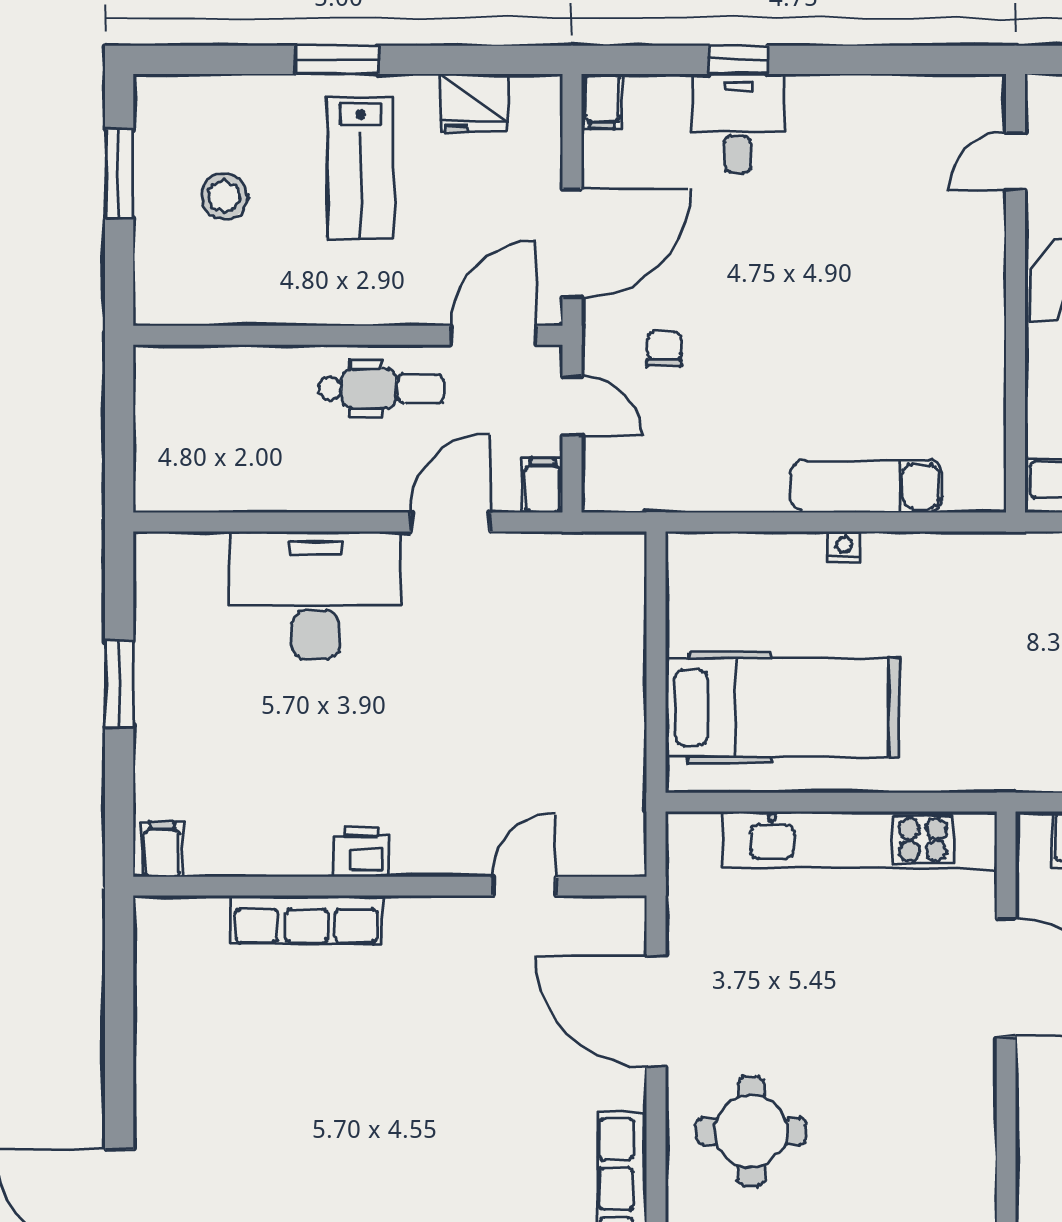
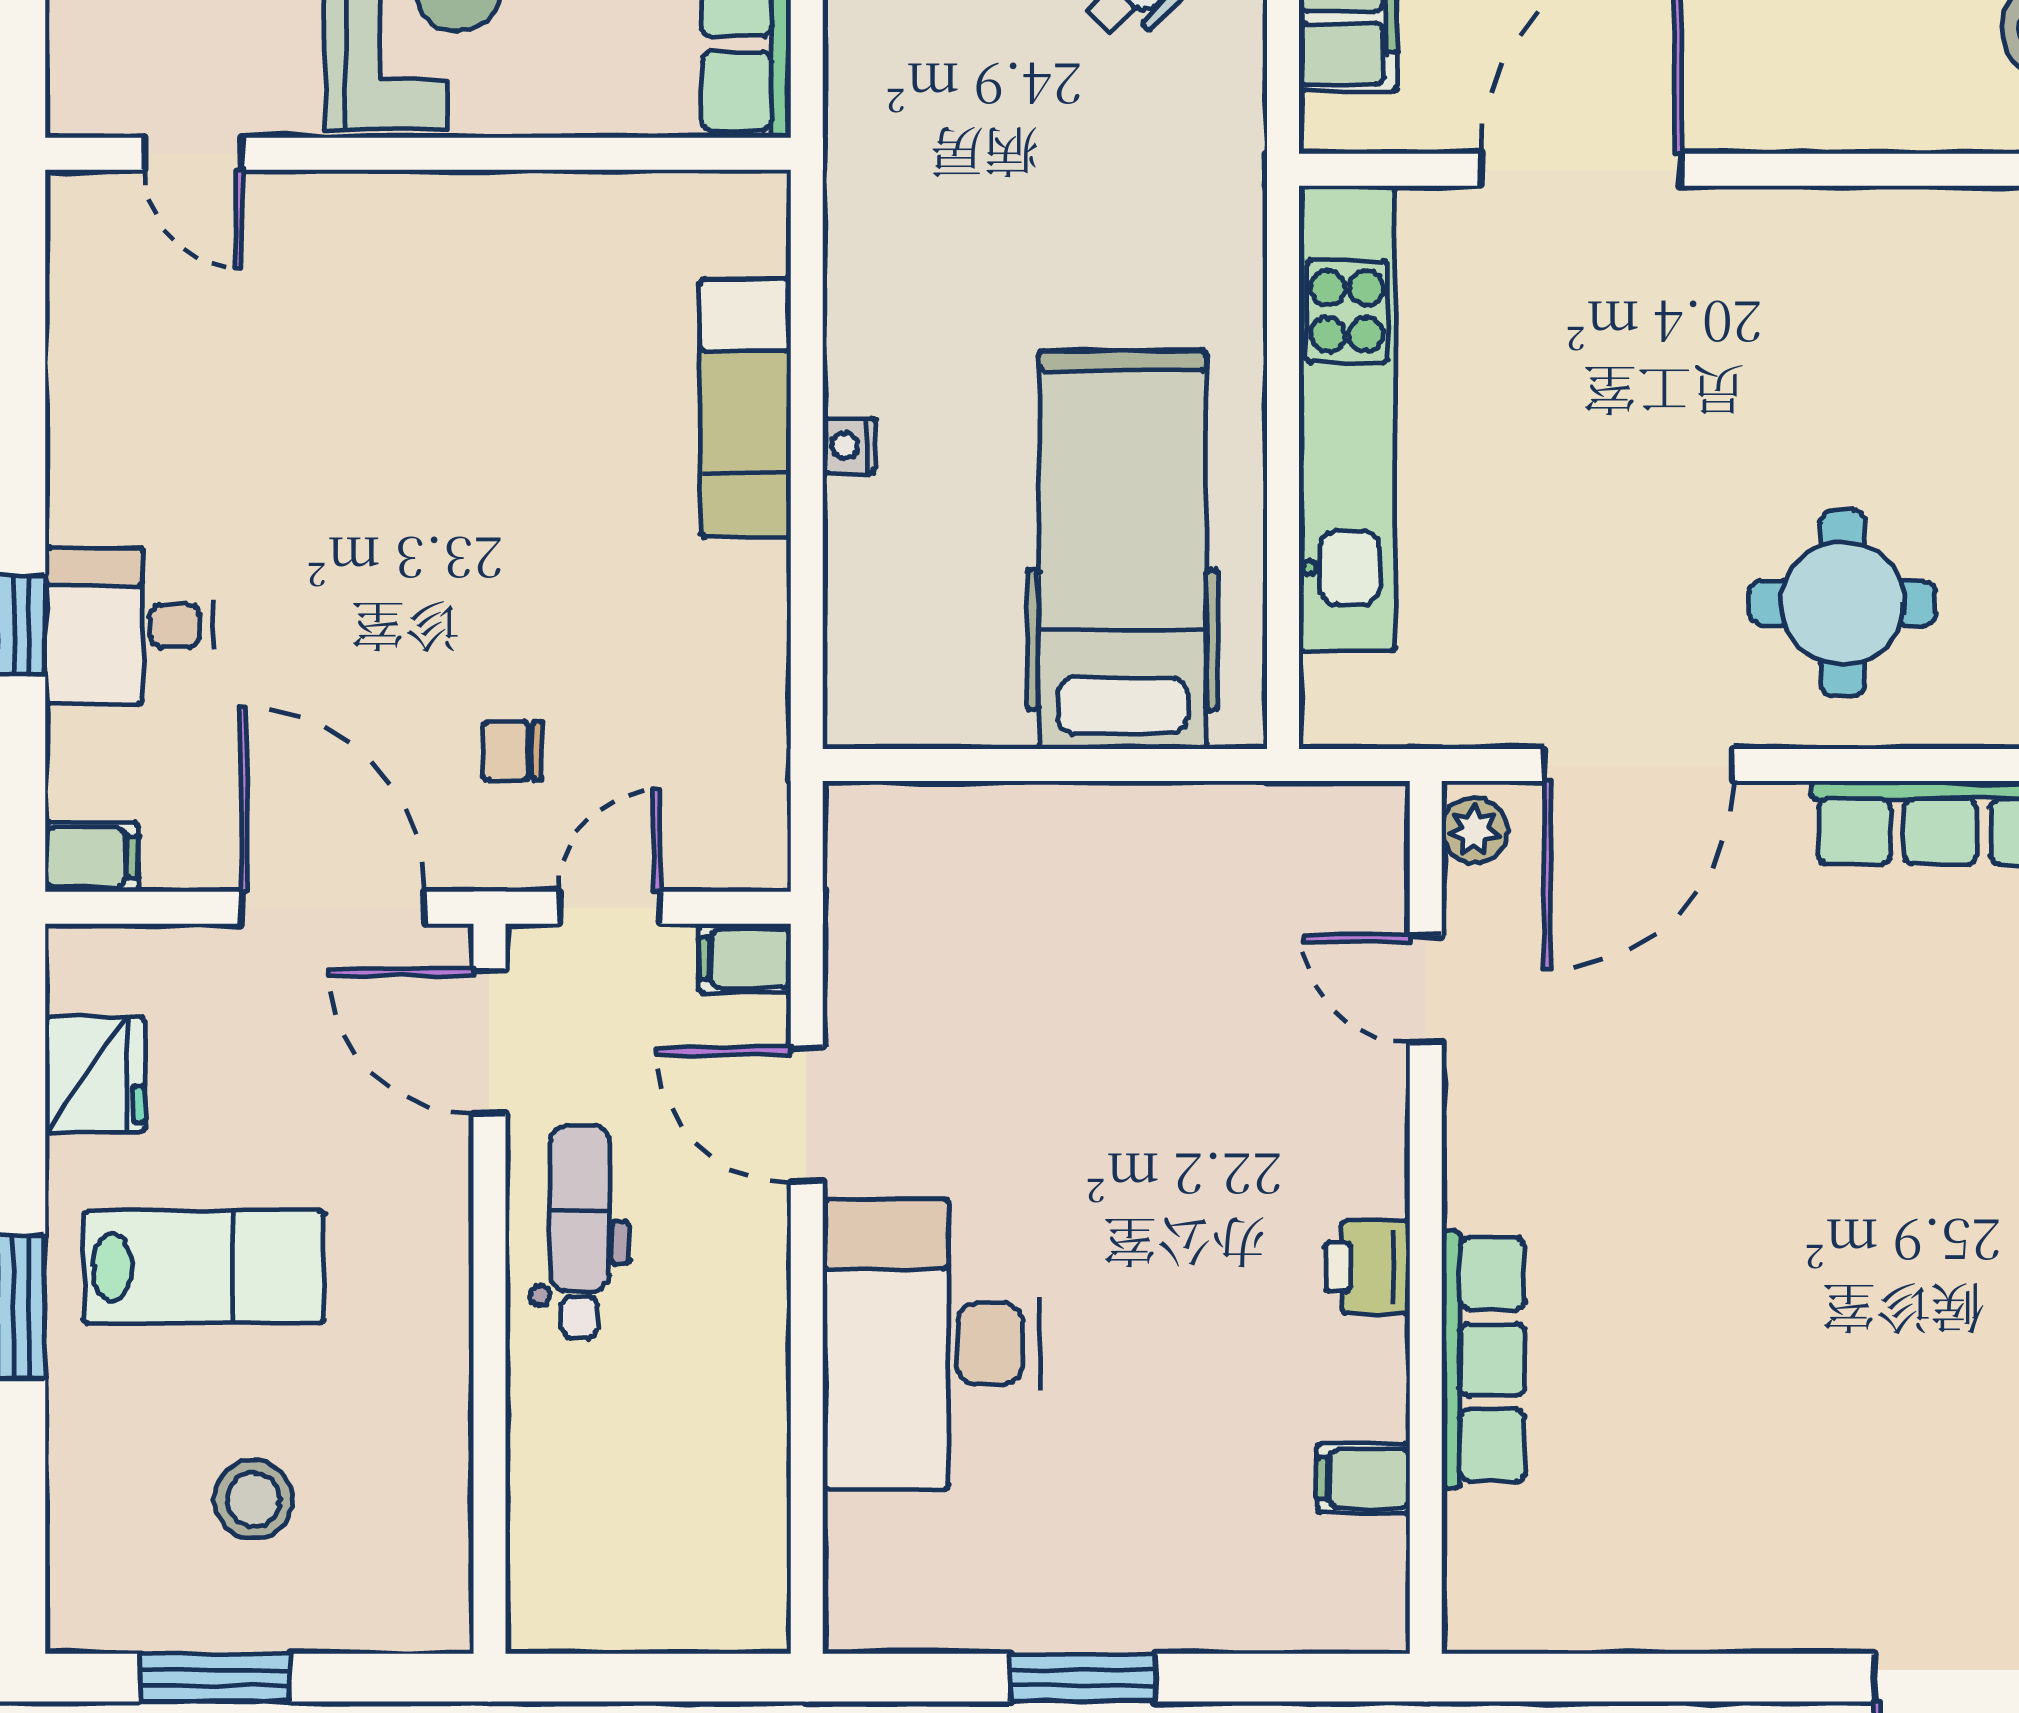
filing cabinet: (162, 849) -> (1363, 1478), moved
plant: (618, 915) -> (1474, 830), added

